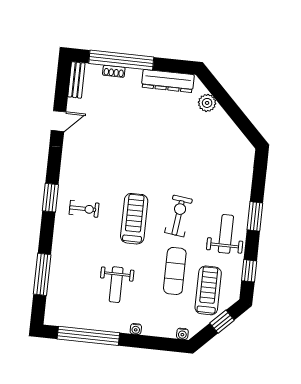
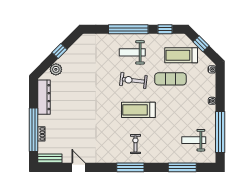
window: (234, 111) -> (59, 51), added
window: (50, 198) -> (130, 167), width x1.44
window: (255, 216) -> (128, 29), width x2.11
weight bench: (226, 234) -> (132, 52), moved
weight bench: (116, 285) -> (194, 140), moved, turned 180

